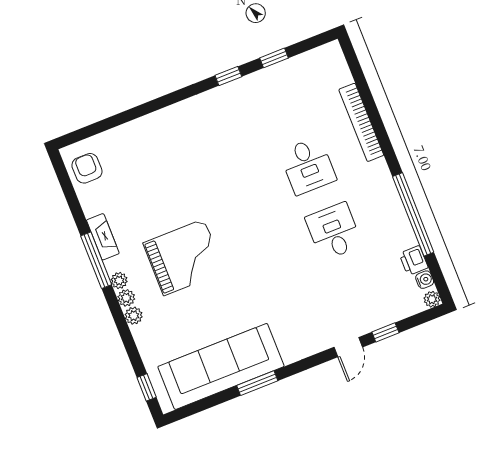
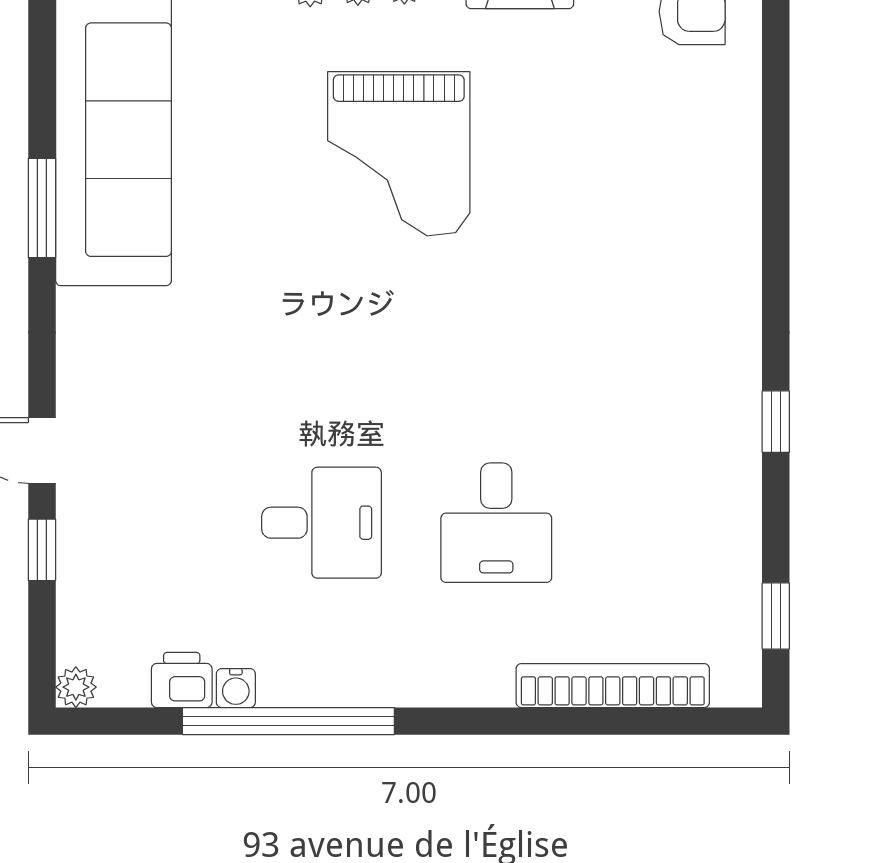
window: (274, 58) -> (776, 616), moved
bookcase: (361, 122) -> (613, 686), moved
desk: (308, 166) -> (496, 523), turned -90
water cooler: (425, 280) -> (236, 688), moved

